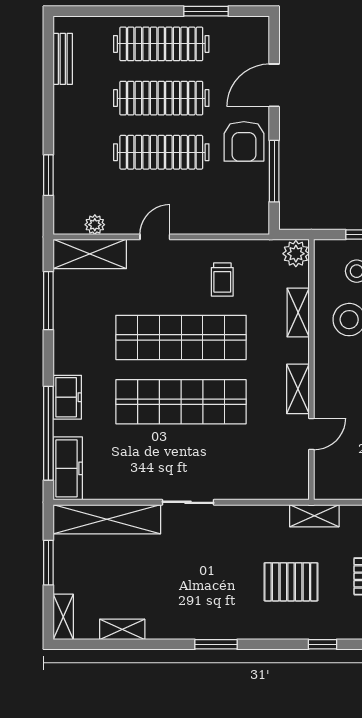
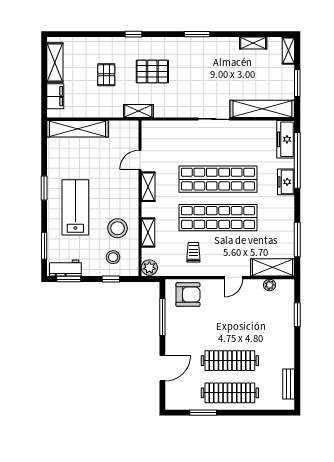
armchair: (244, 141) -> (188, 295), moved, turned 90
clothes rail: (161, 152) -> (230, 328), removed

